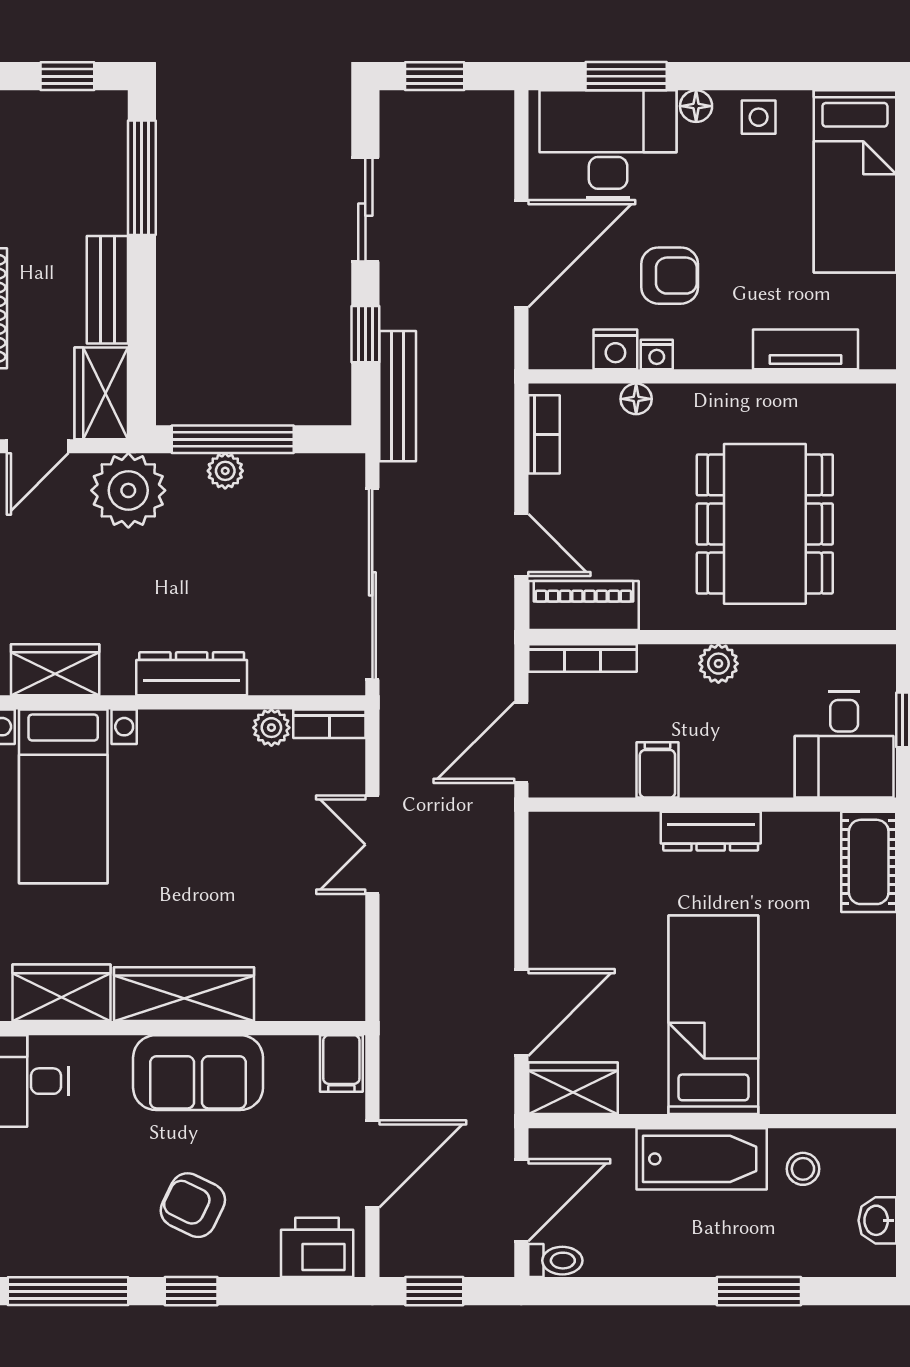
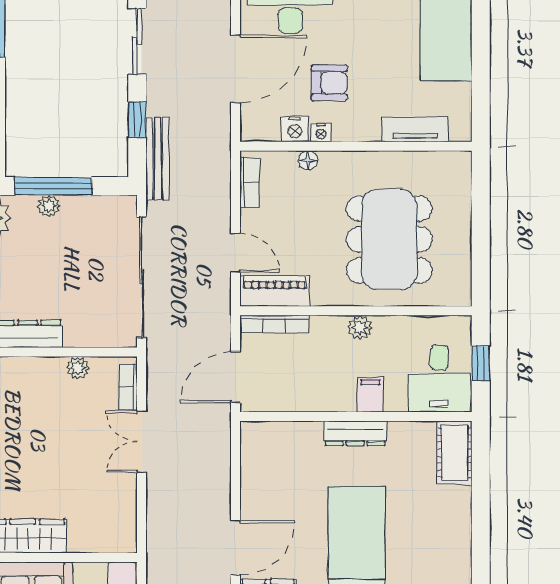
bookcase: (329, 724) -> (128, 387), moved, turned 90
filing cabinet: (657, 770) -> (370, 395), moved

